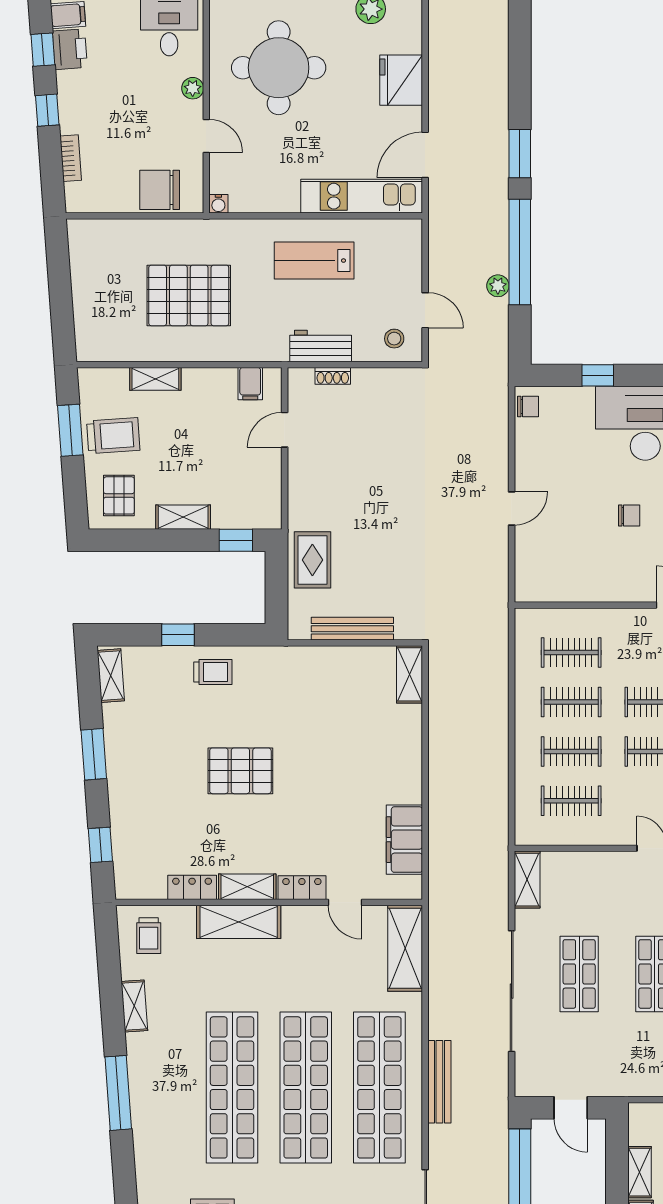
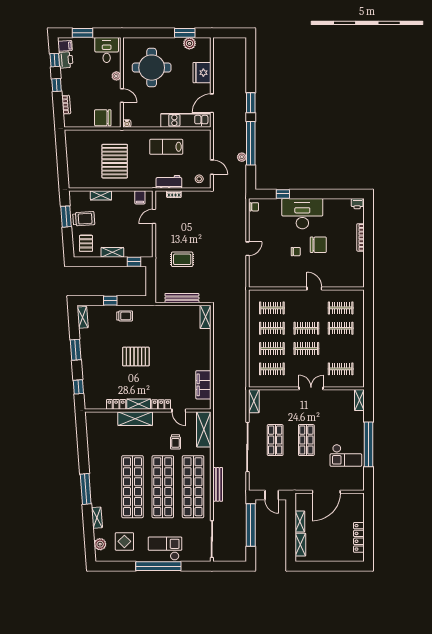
pallet: (189, 295) -> (115, 161), turned 90
rug: (312, 560) -> (182, 259), moved, turned 90
trolley: (149, 936) -> (175, 442), moved
shelving: (134, 1006) -> (97, 518), moved

